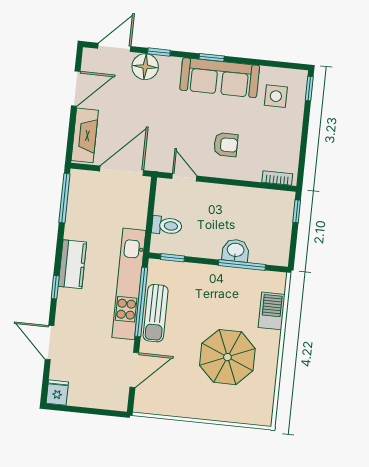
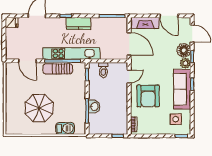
plant: (170, 66) -> (185, 63), added
armchair: (226, 145) -> (148, 96), width x1.88, depth x1.88

